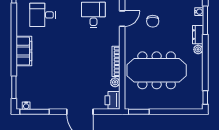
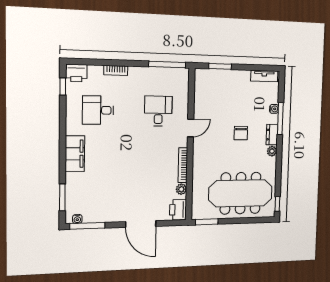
door: (122, 19) -> (191, 128), moved
chair: (153, 21) -> (241, 133), moved
meeting table: (157, 70) -> (241, 193), moved

